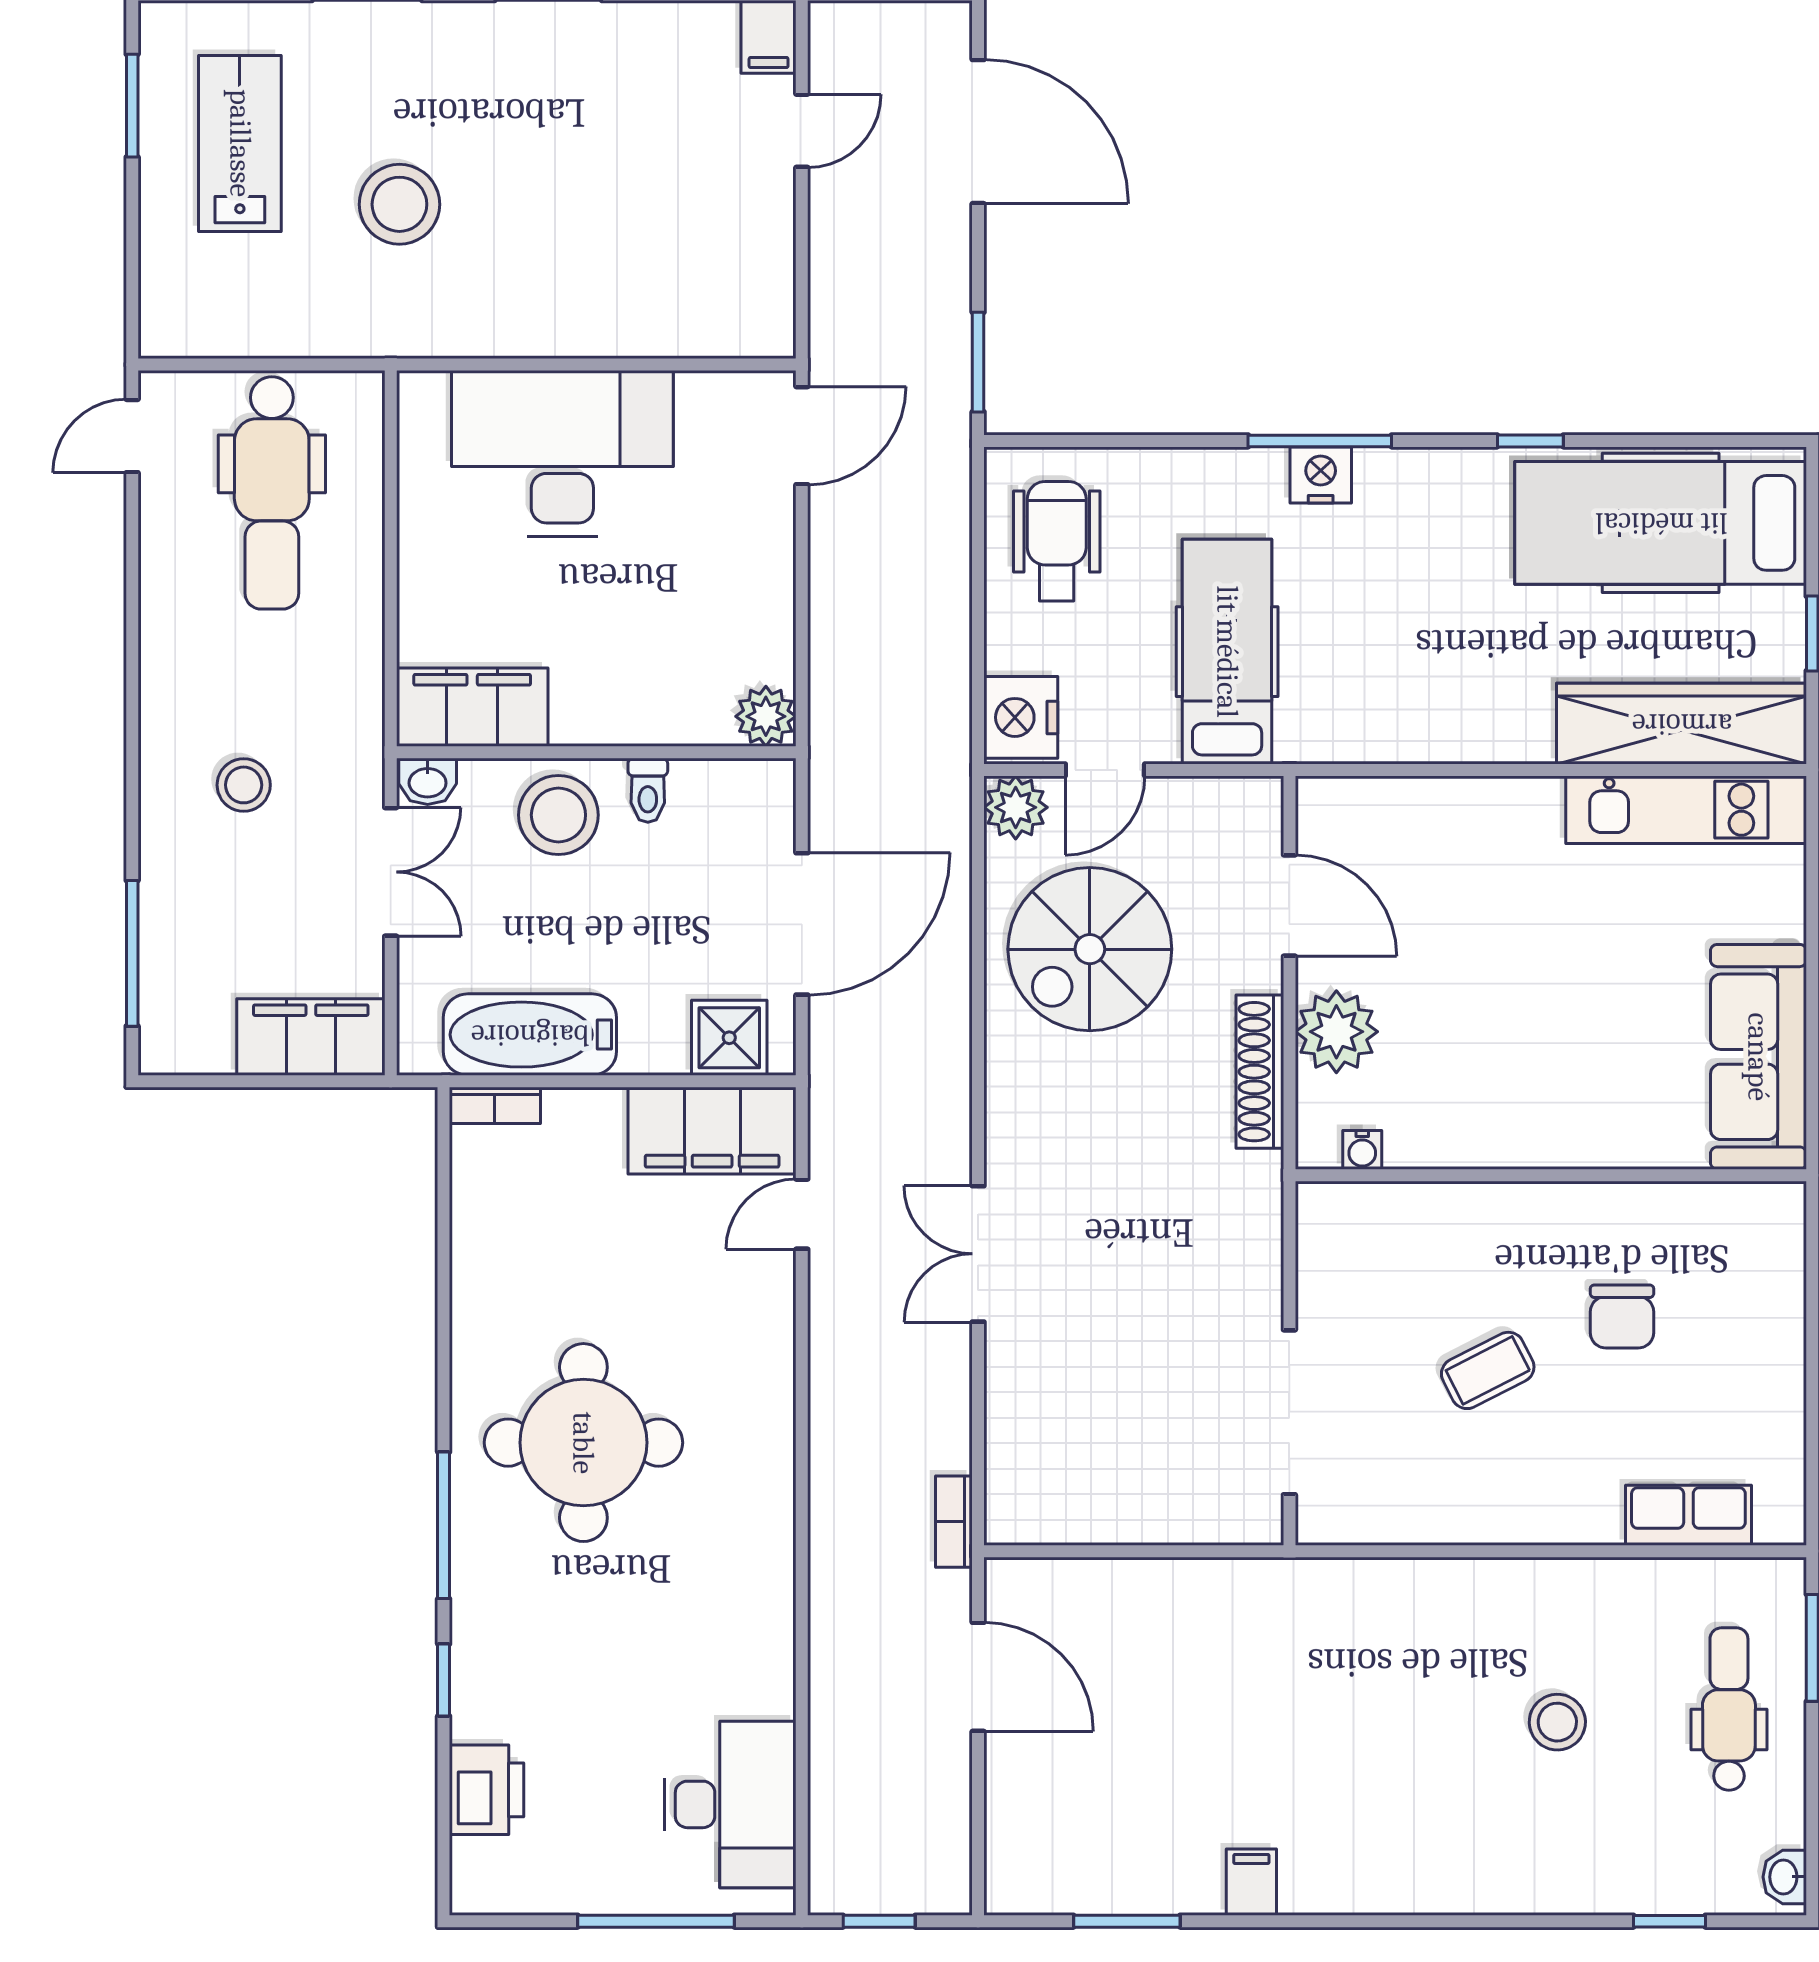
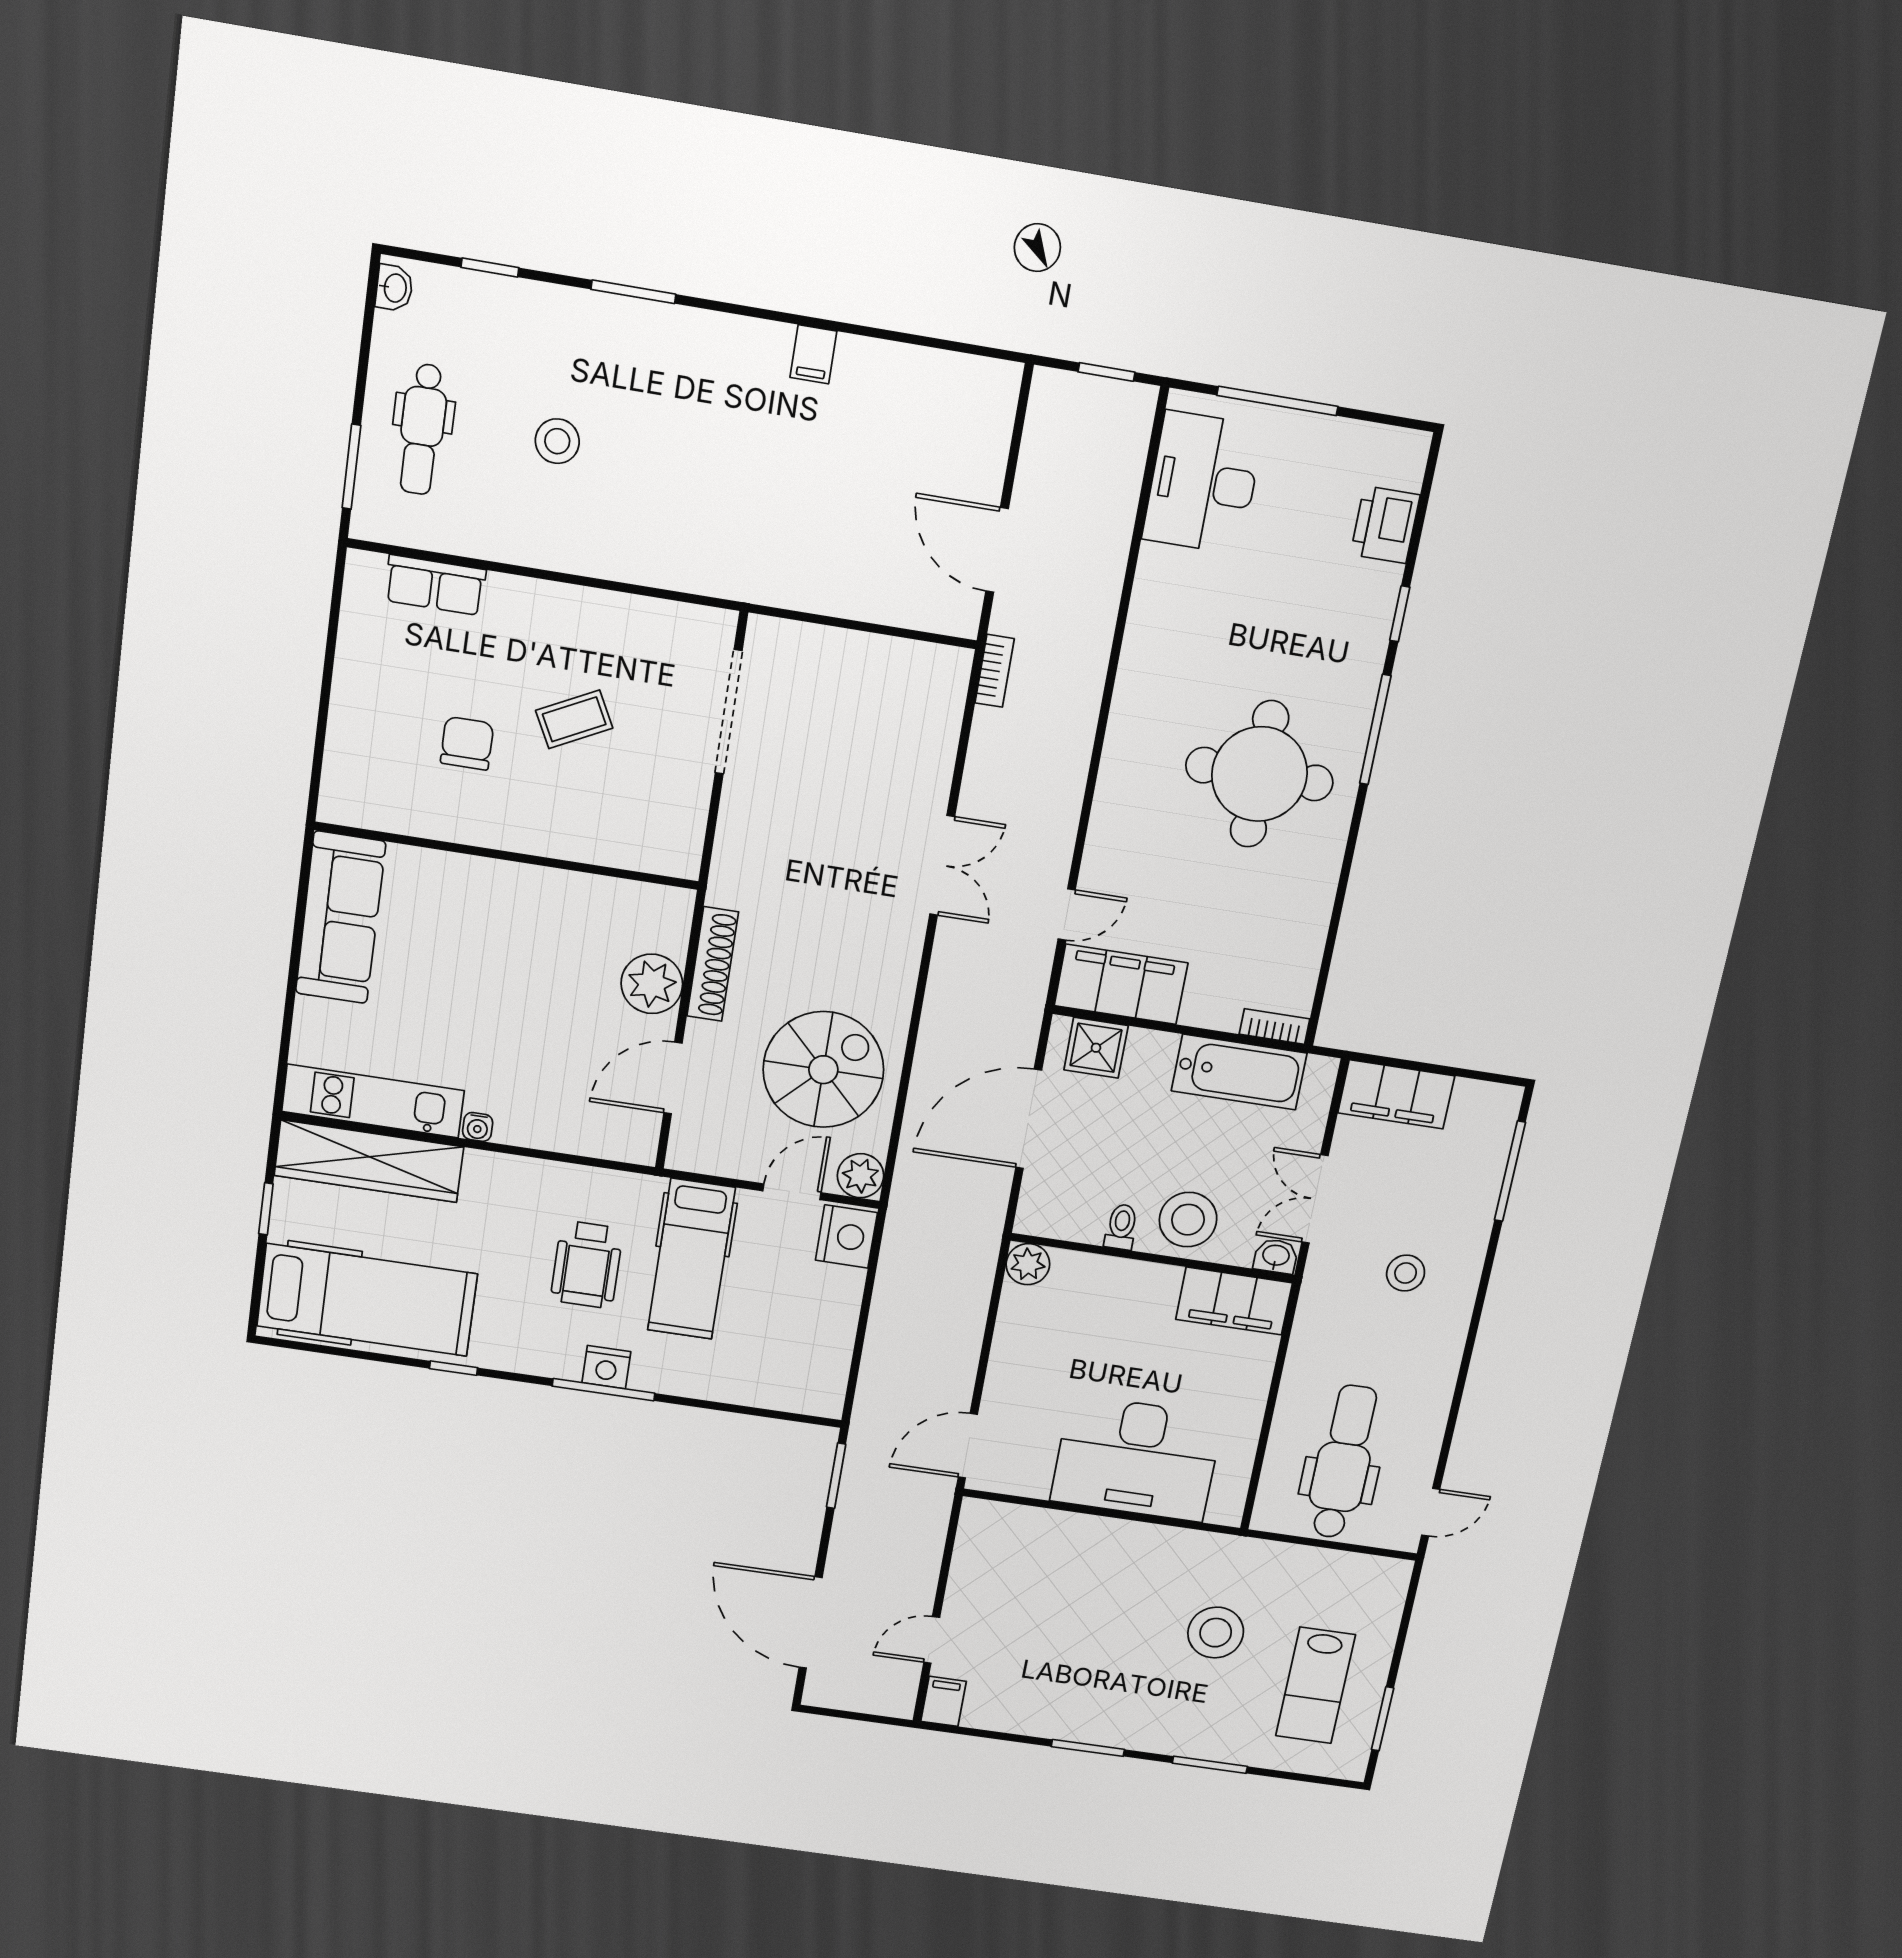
wheelchair: (1057, 541) -> (587, 1265), moved
door: (1289, 906) -> (673, 1078), hinge flipped
water cooler: (1362, 1150) -> (478, 1127), moved, turned 180
window: (1127, 1921) -> (633, 292), moved

